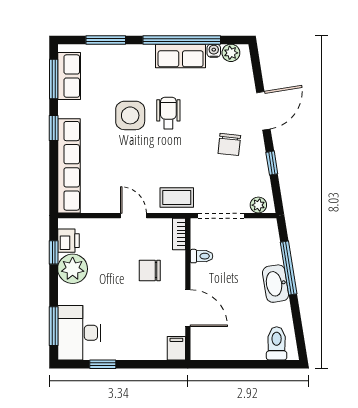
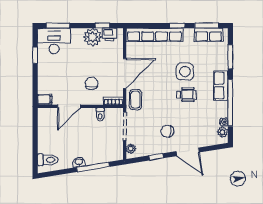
row of seats: (181, 56) -> (221, 86), moved
door: (133, 216) -> (125, 74), width x1.88
washbasin: (276, 284) -> (79, 162), width x0.52, depth x0.69

